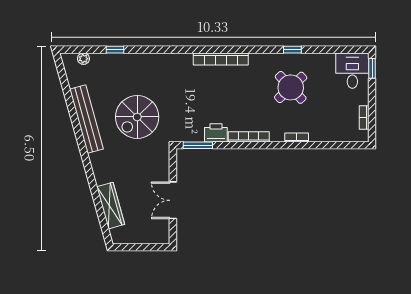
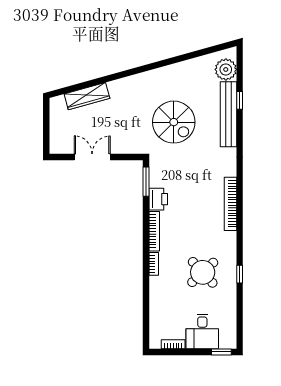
plant: (83, 59) -> (226, 69), width x1.88, depth x1.88
desk: (352, 71) -> (202, 331), moved, turned 90
spiral stairs: (137, 117) -> (174, 122), turned 180
bench: (86, 119) -> (228, 114), moved, turned -74
bookcase: (297, 137) -> (154, 264), moved

